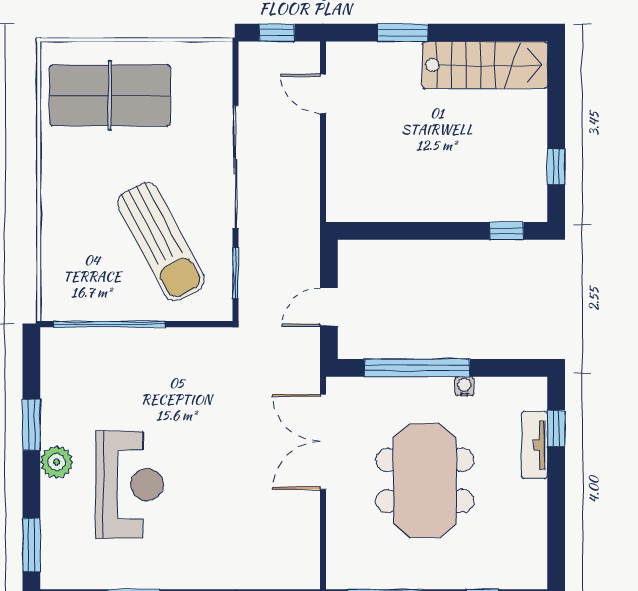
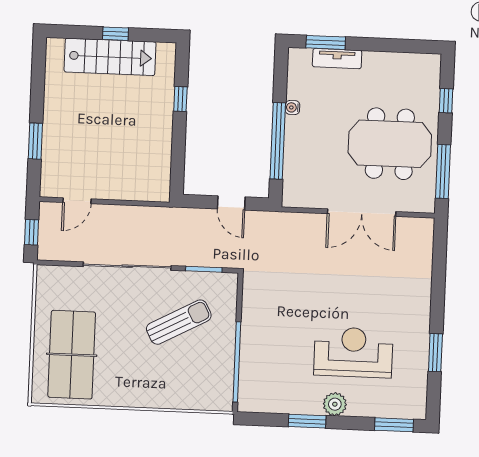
stairs: (485, 65) -> (110, 57), moved, turned 90
window: (556, 167) -> (115, 34), moved
window: (507, 231) -> (180, 99), moved
sun lounger: (161, 241) -> (179, 322), width x0.73, depth x0.75
window: (556, 428) -> (326, 42), width x1.50
double door: (323, 442) -> (362, 213), moved
meeting table: (425, 480) -> (390, 144), moved

